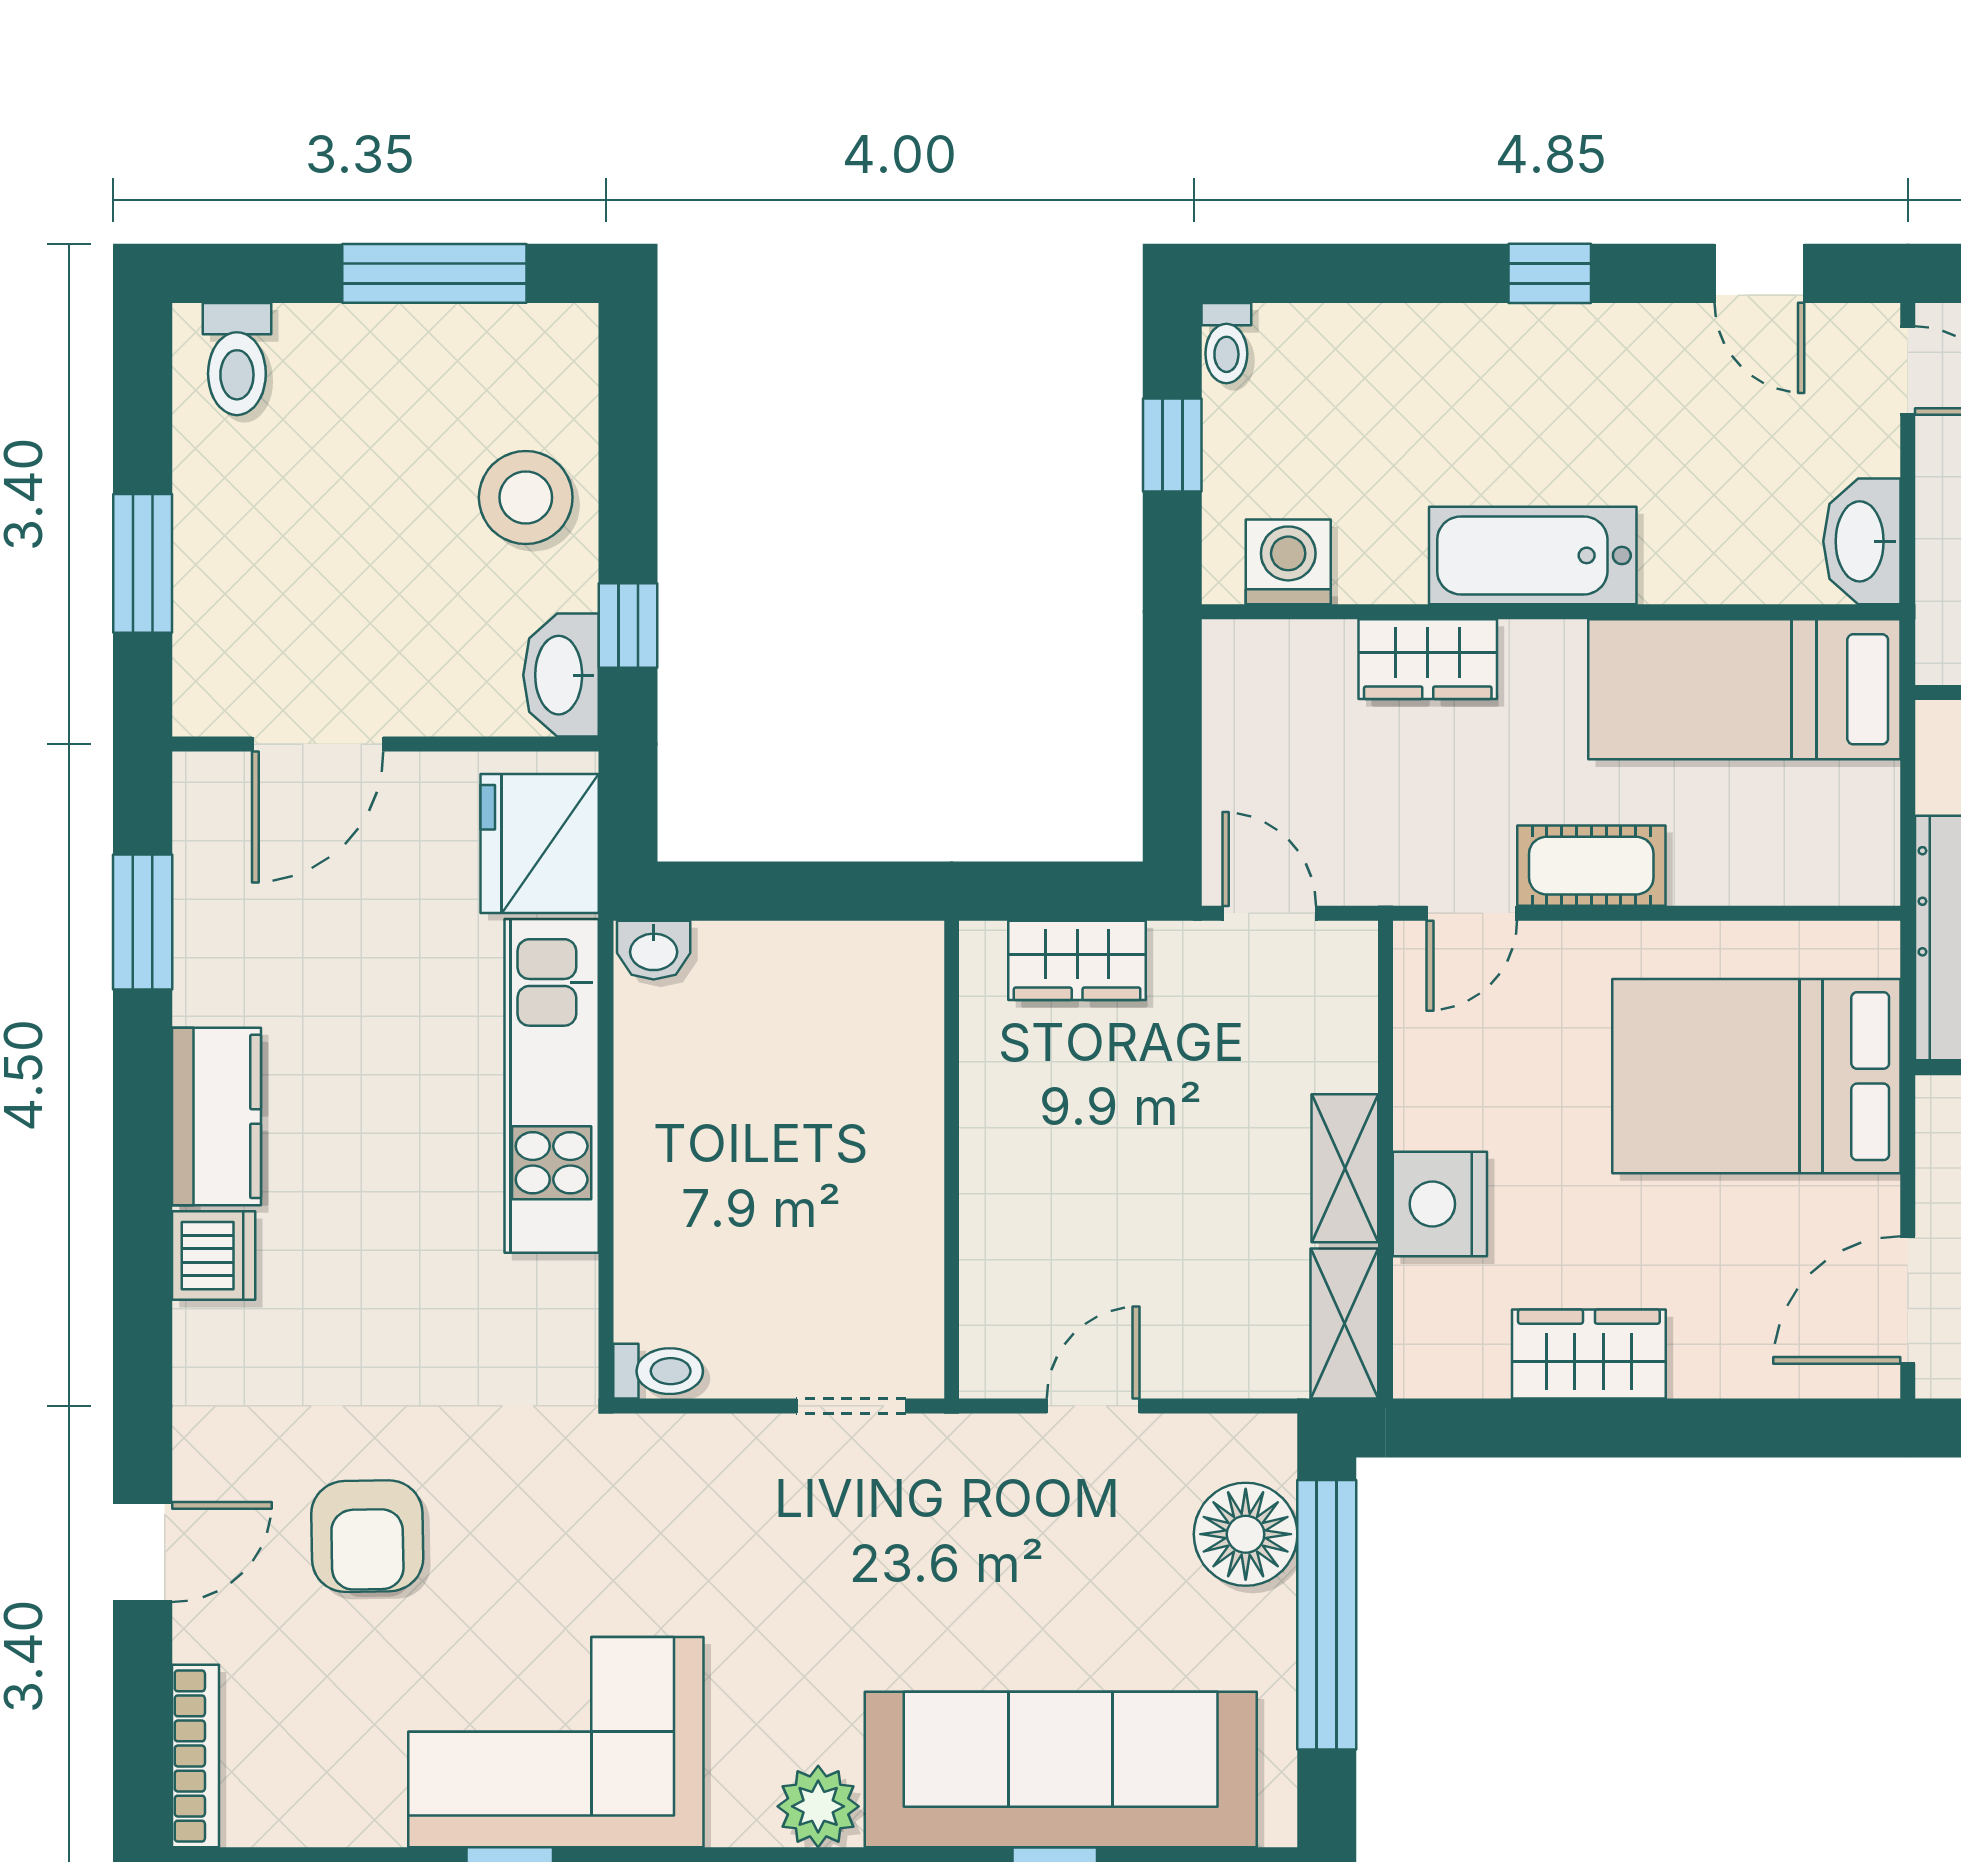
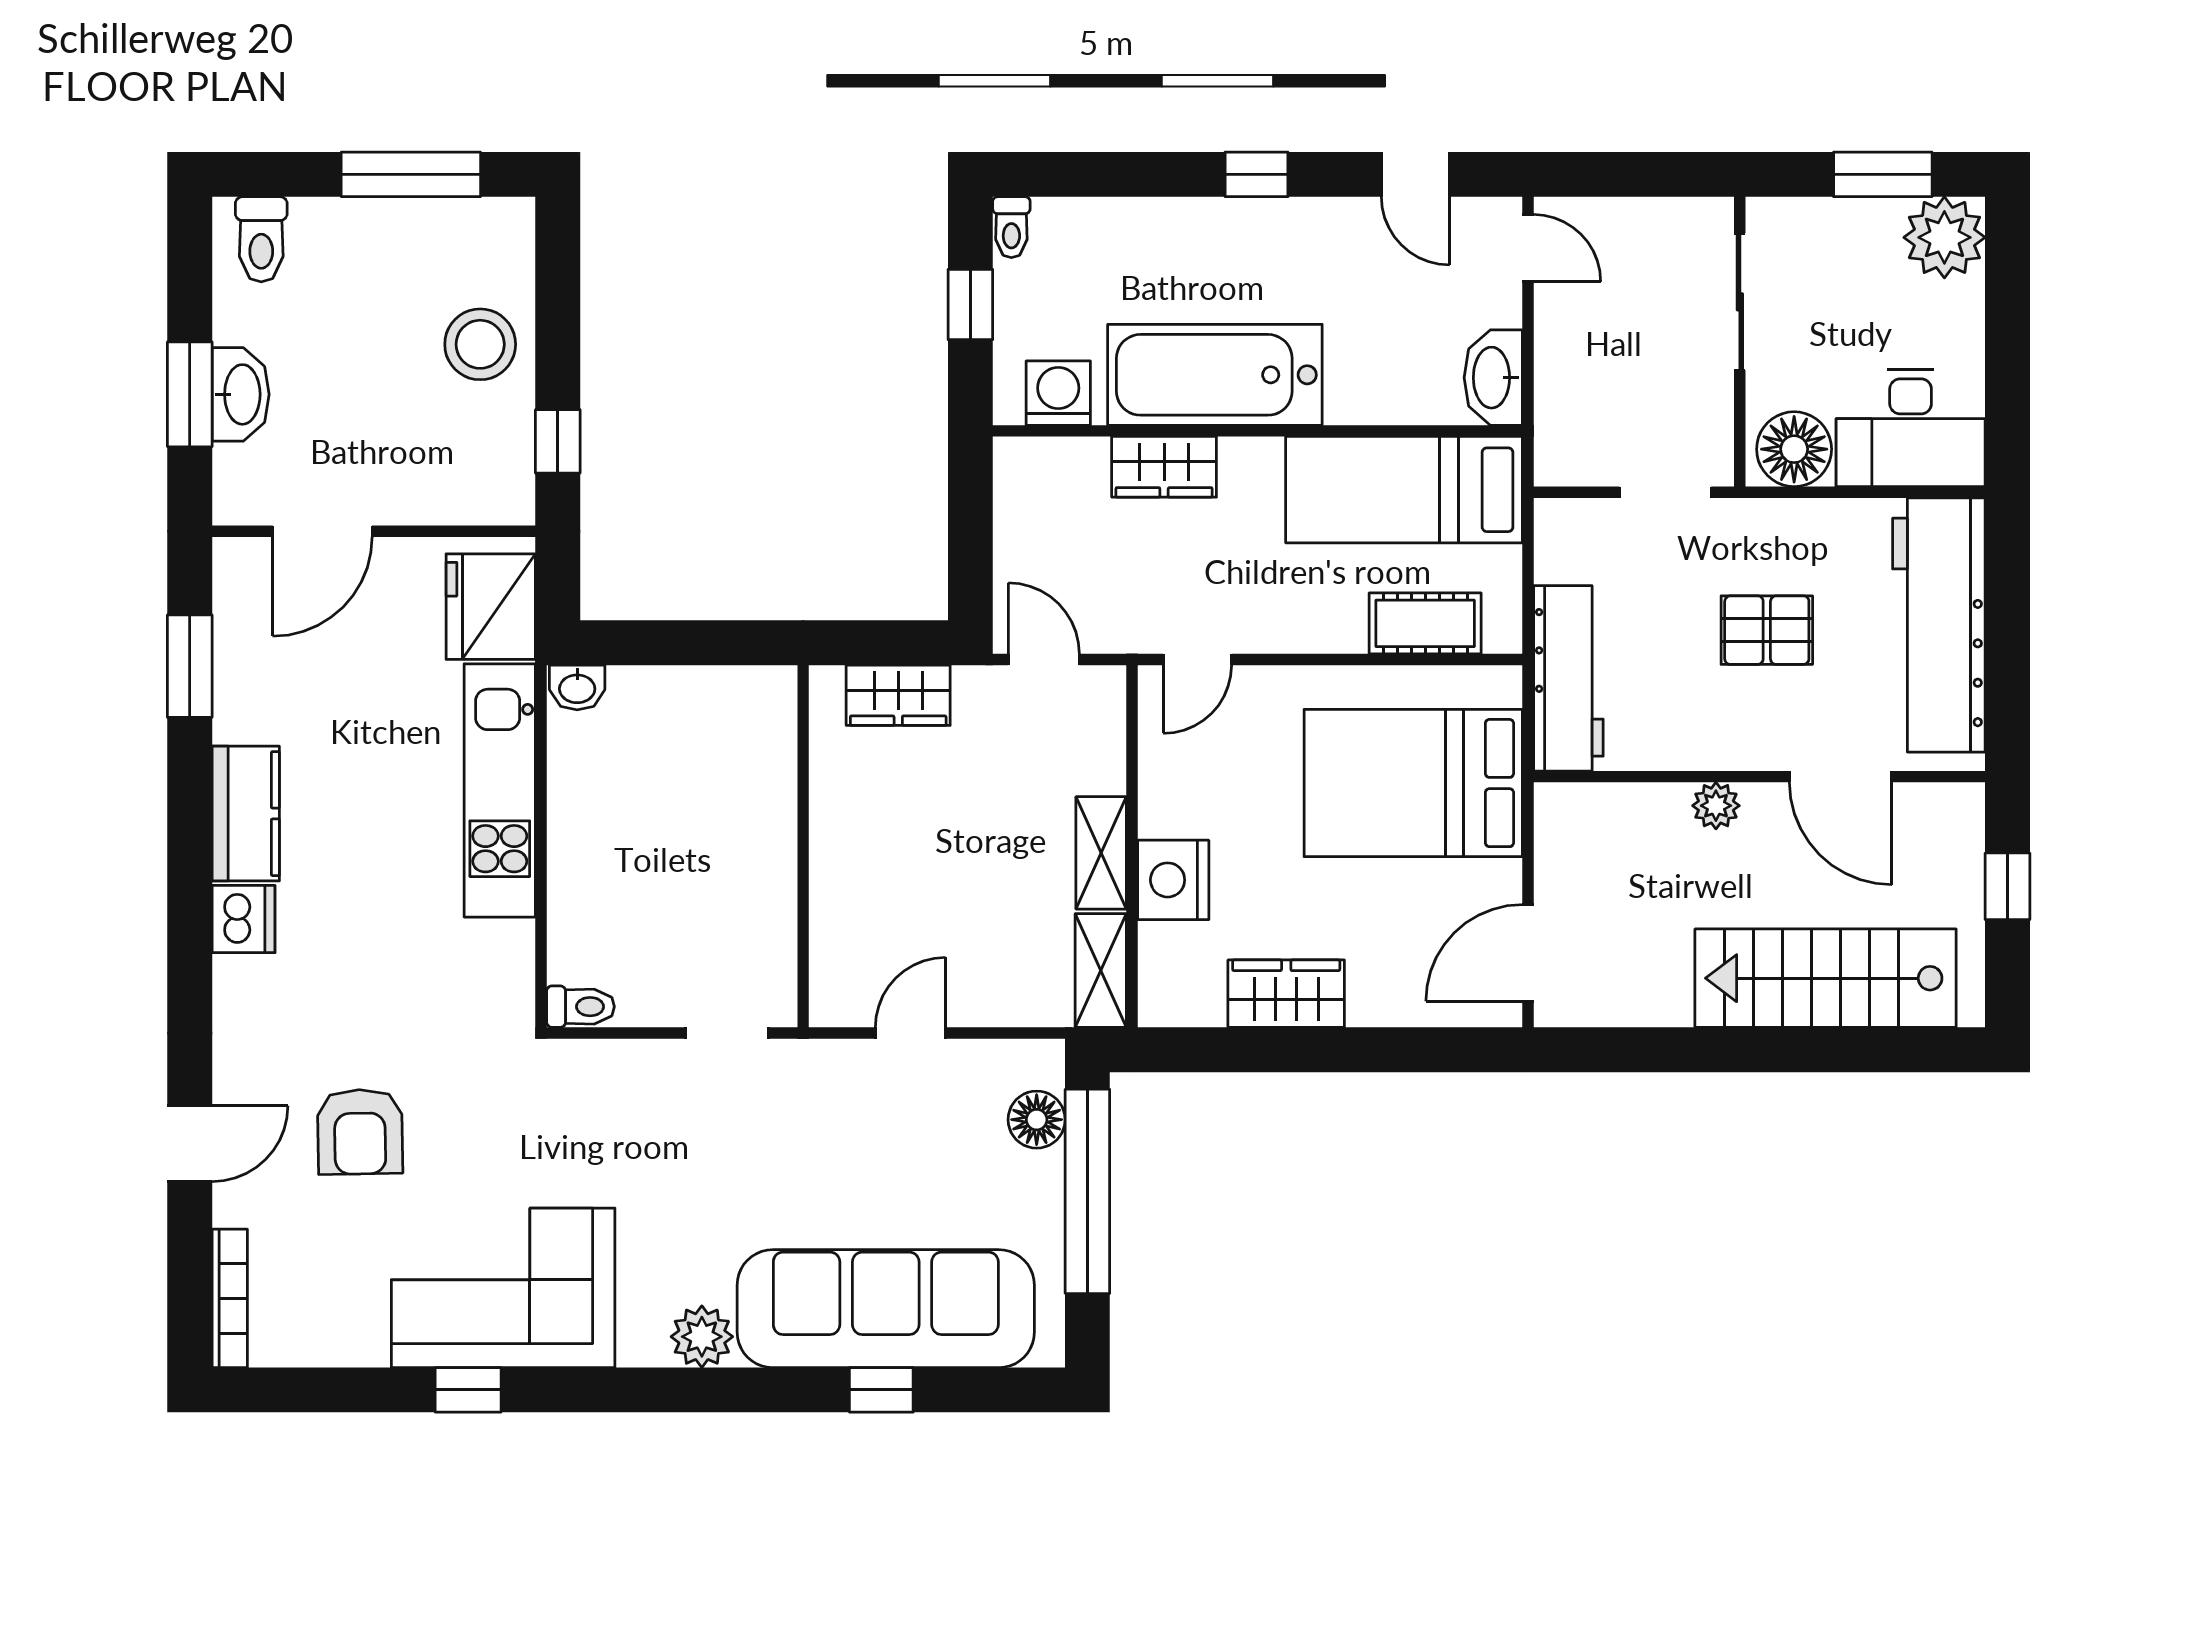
bathtub: (1533, 555) -> (1215, 375), width x1.36, depth x1.36
washbasin: (561, 675) -> (241, 394), moved, turned 180
cot: (1591, 866) -> (1425, 623), moved
floor lamp: (1246, 1534) -> (1037, 1120), width x0.73, depth x0.73

